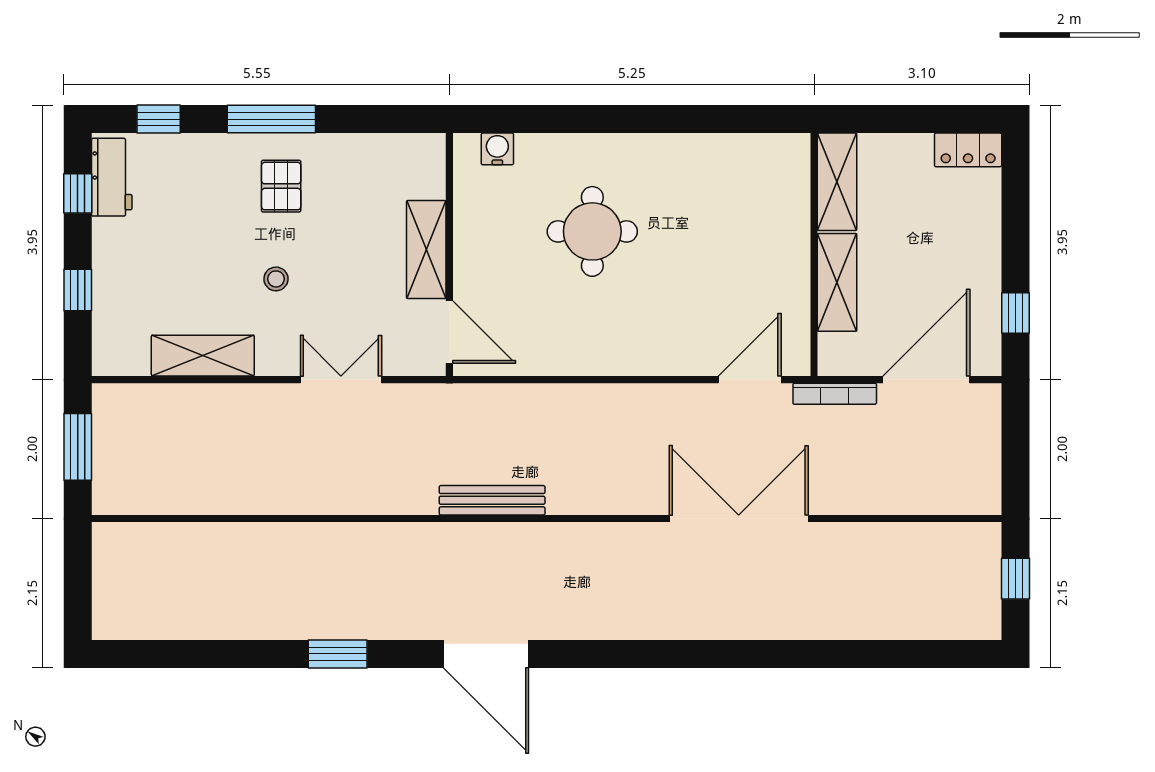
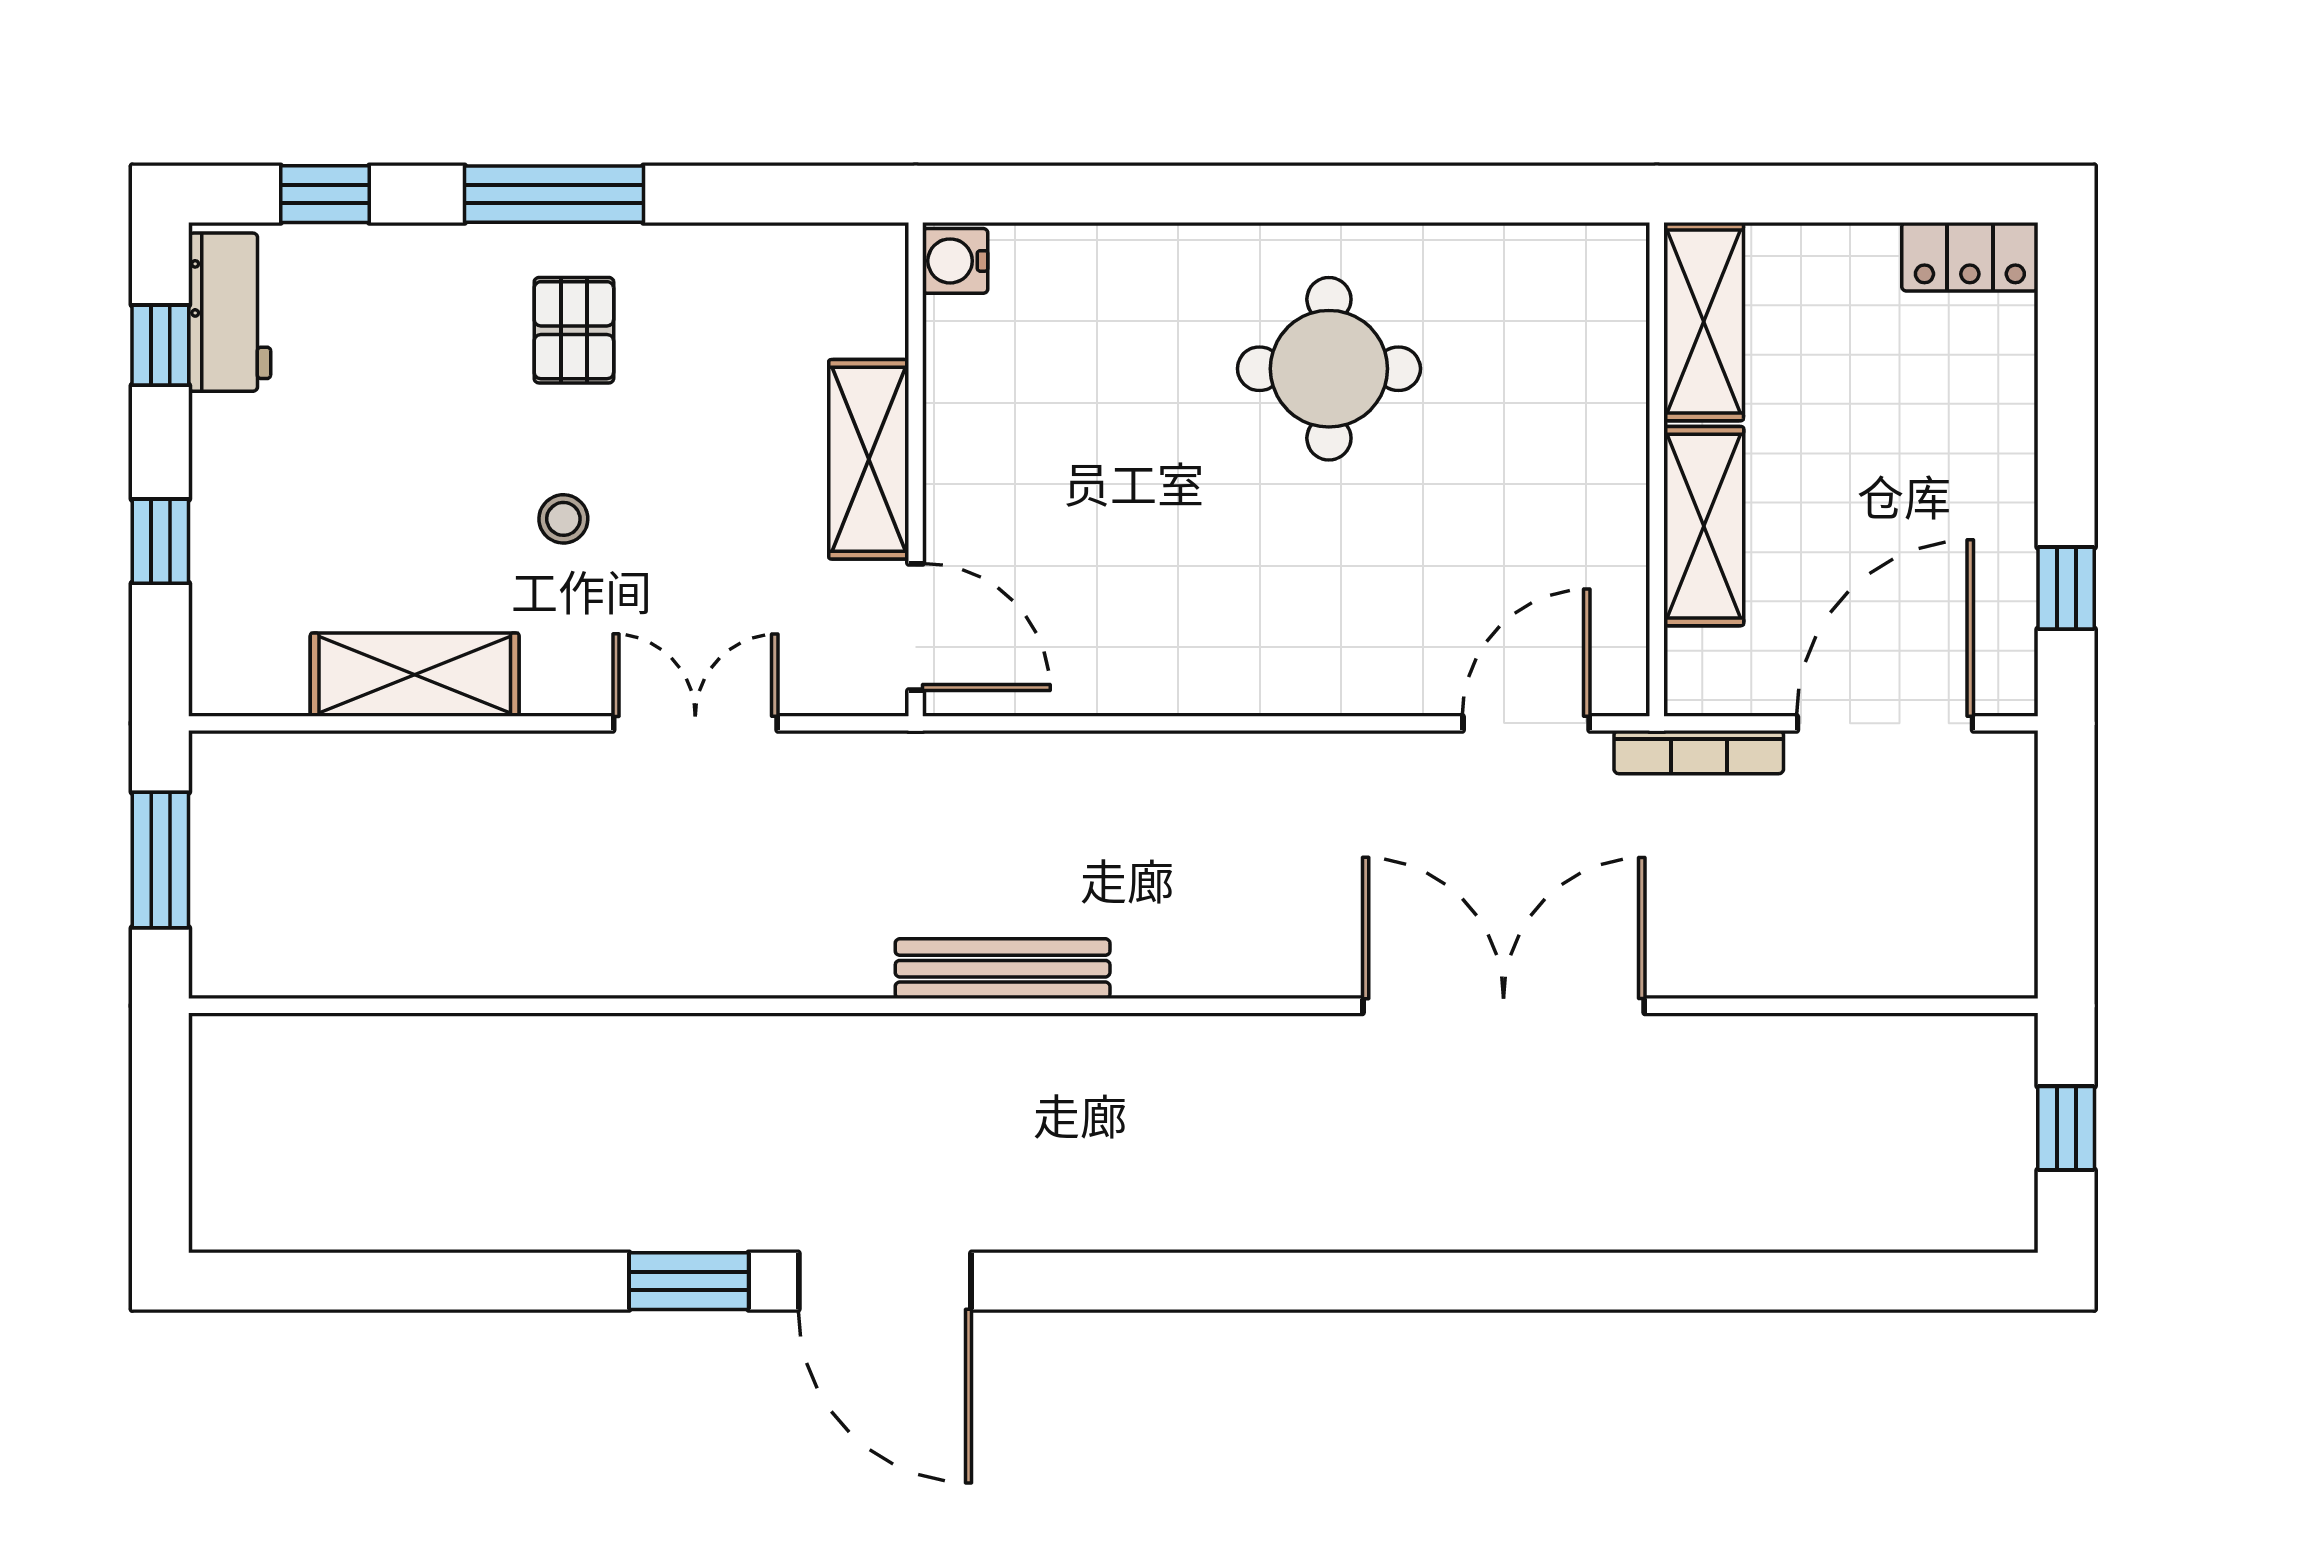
water cooler: (497, 149) -> (955, 261), moved, turned -90
round table: (592, 231) -> (1329, 369), moved
door: (486, 654) -> (885, 1281), moved

